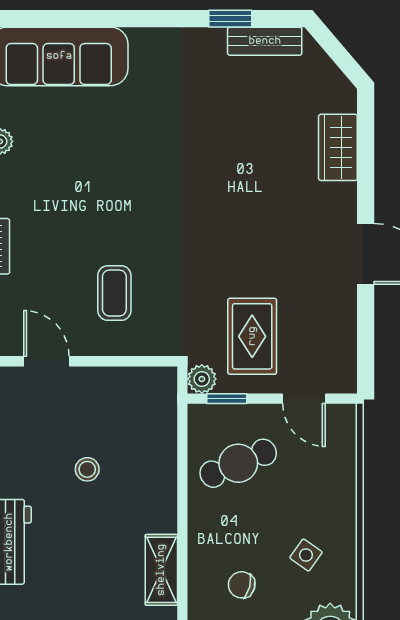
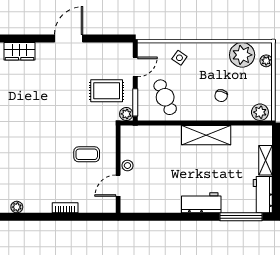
window: (227, 399) -> (135, 102), width x1.50
stool: (87, 469) -> (127, 166), moved
side table: (306, 555) -> (179, 58), moved
shelving: (161, 570) -> (206, 135), width x1.50, depth x1.33

